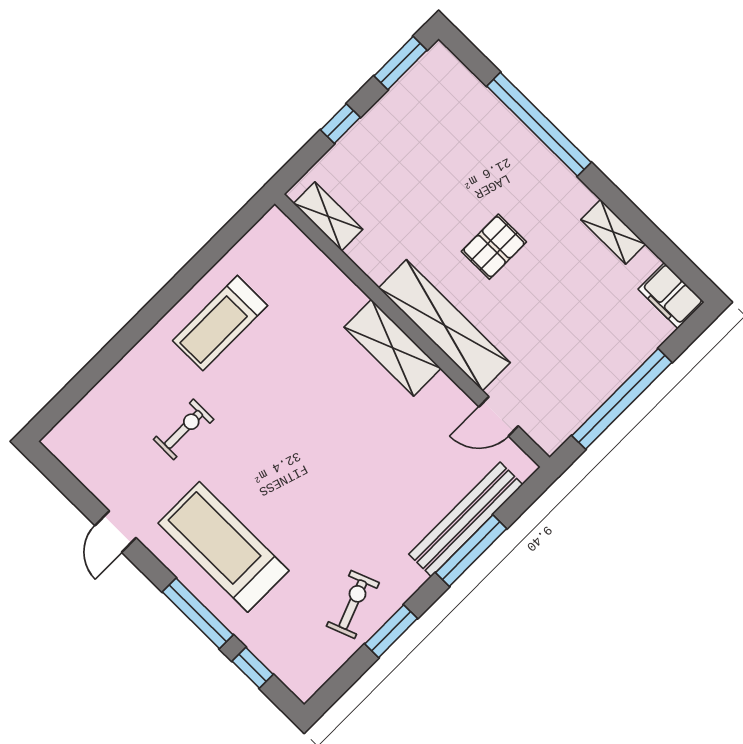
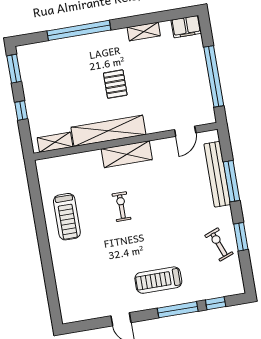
shelving: (444, 325) -> (108, 131), moved
exercise bike: (184, 429) -> (121, 207), moved
treadmill: (224, 547) -> (158, 280), width x0.73, depth x0.73

